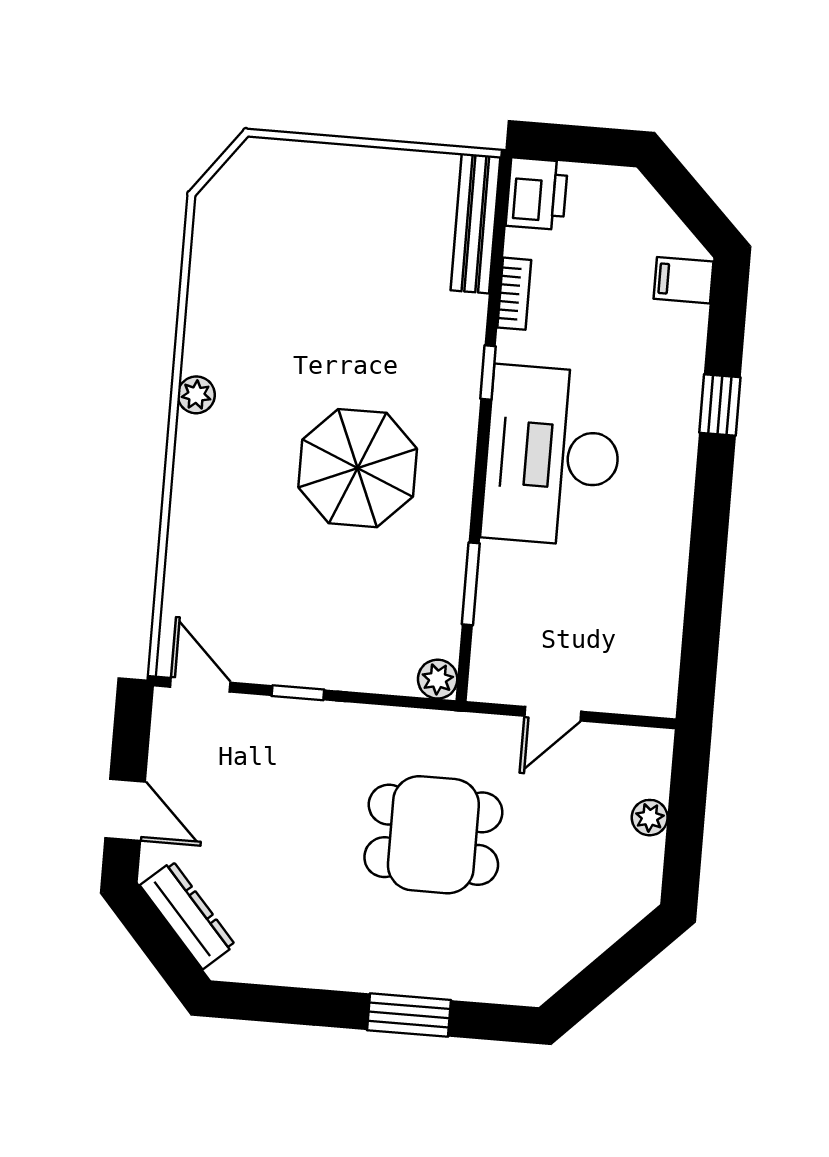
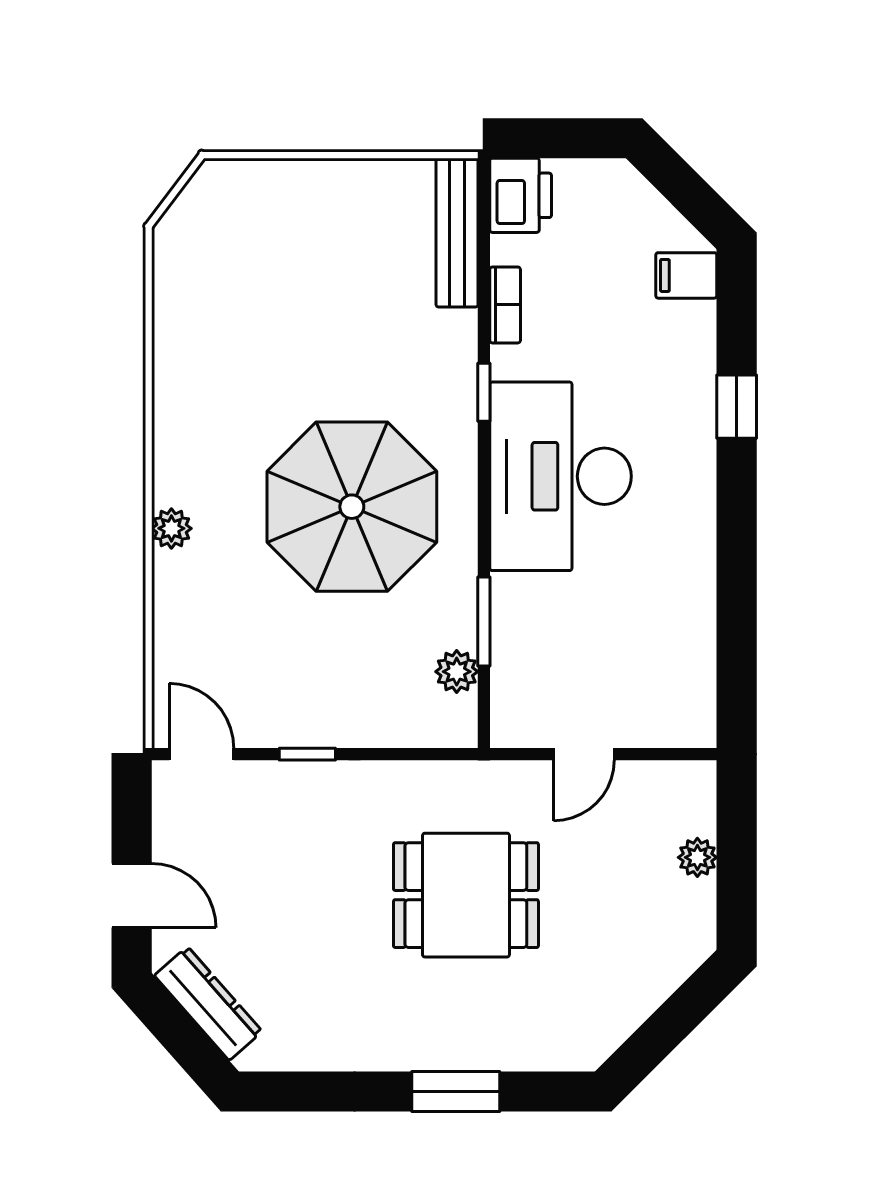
plant: (196, 395) -> (171, 528), moved
parasol: (358, 468) -> (352, 507), width x1.36, depth x1.36
plant: (438, 679) -> (457, 672), moved

